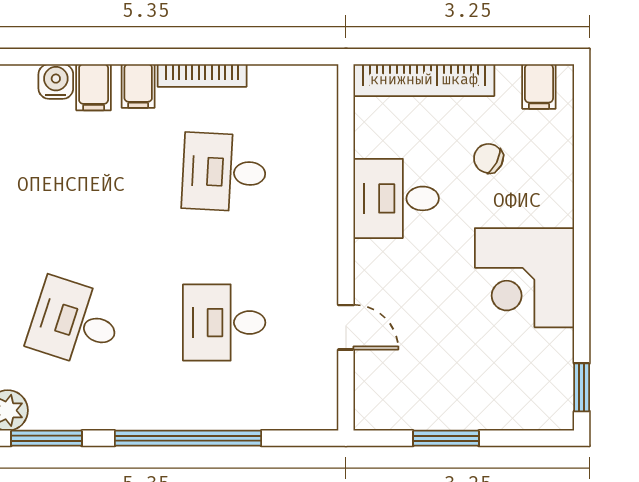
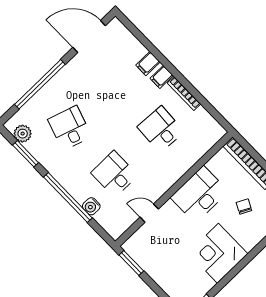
water cooler: (56, 81) -> (91, 206), moved, turned 180
desk: (396, 198) -> (199, 194), width x1.37
door: (346, 327) -> (149, 213), swing flipped
window: (446, 438) -> (131, 263), moved

